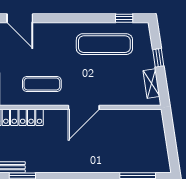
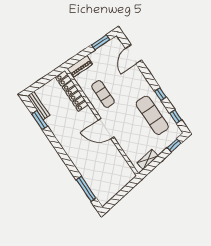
window: (87, 18) -> (161, 94), added
window: (158, 58) -> (174, 145), moved

